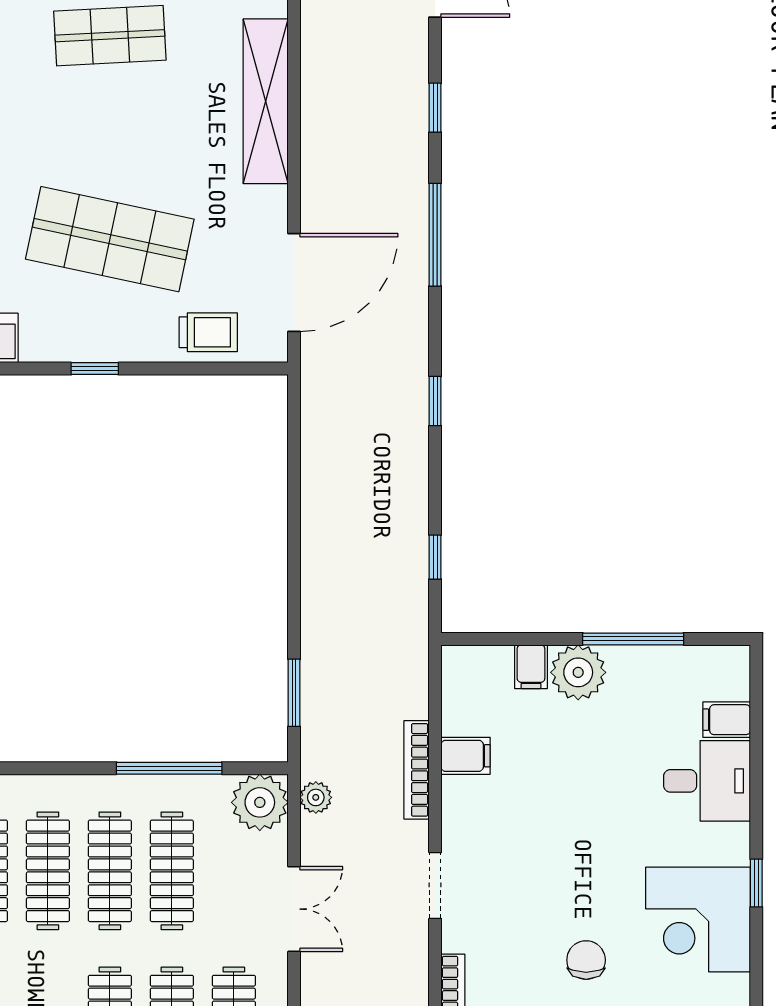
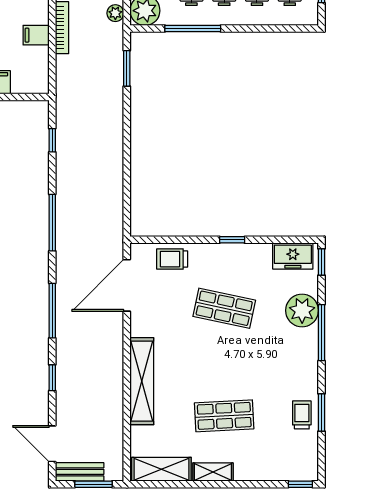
shop shelf: (110, 239) -> (224, 308), width x0.70, depth x0.74
window: (435, 401) -> (52, 223), width x2.17

